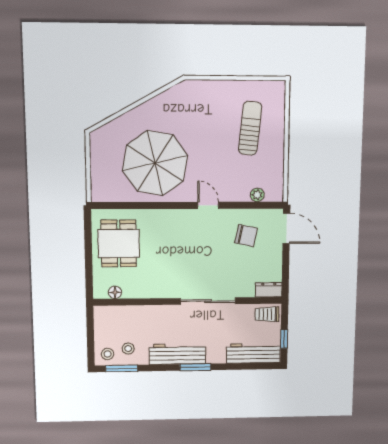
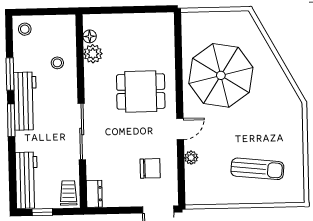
plant: (257, 195) -> (191, 158), moved
chair: (246, 236) -> (150, 168), turned -102
dining table: (119, 243) -> (141, 91), moved
plant: (132, 289) -> (93, 54), added
stool: (128, 349) -> (57, 63), moved
window: (122, 368) -> (10, 74), moved

